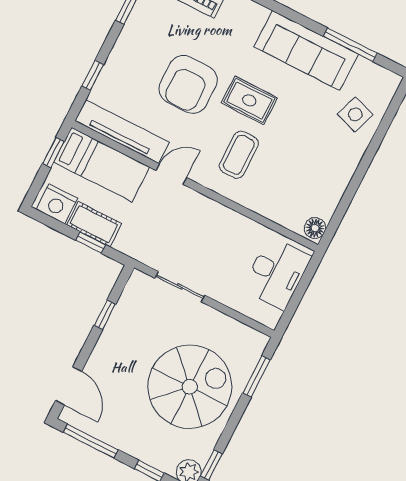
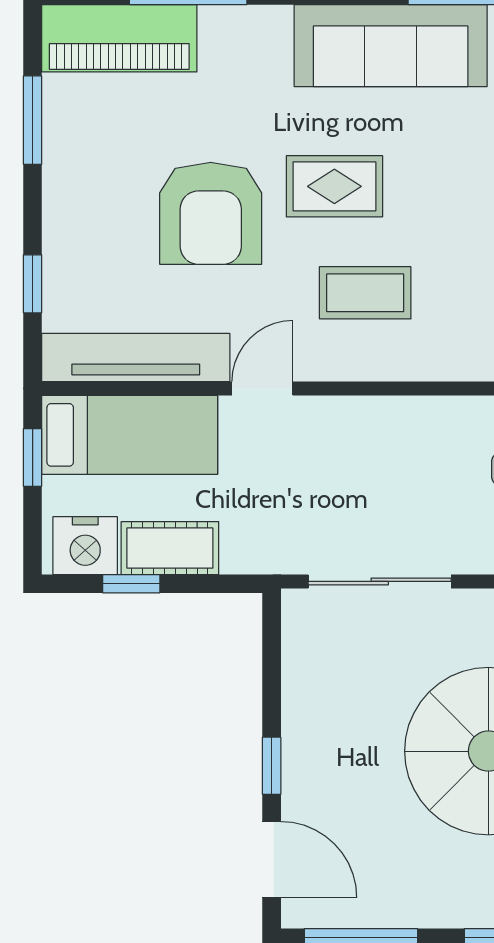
coffee table: (239, 155) -> (365, 293), turned 90
window: (91, 242) -> (131, 584), moved
sliding door: (180, 287) -> (380, 581), width x1.37
window: (105, 315) -> (272, 766), moved

